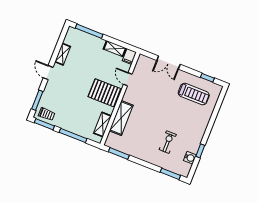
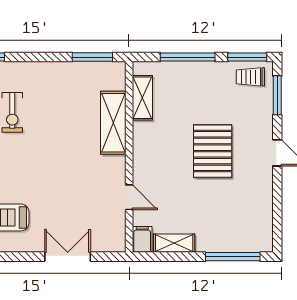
shelving: (63, 54) -> (264, 196), removed
pallet: (104, 93) -> (213, 151), moved, turned 90

